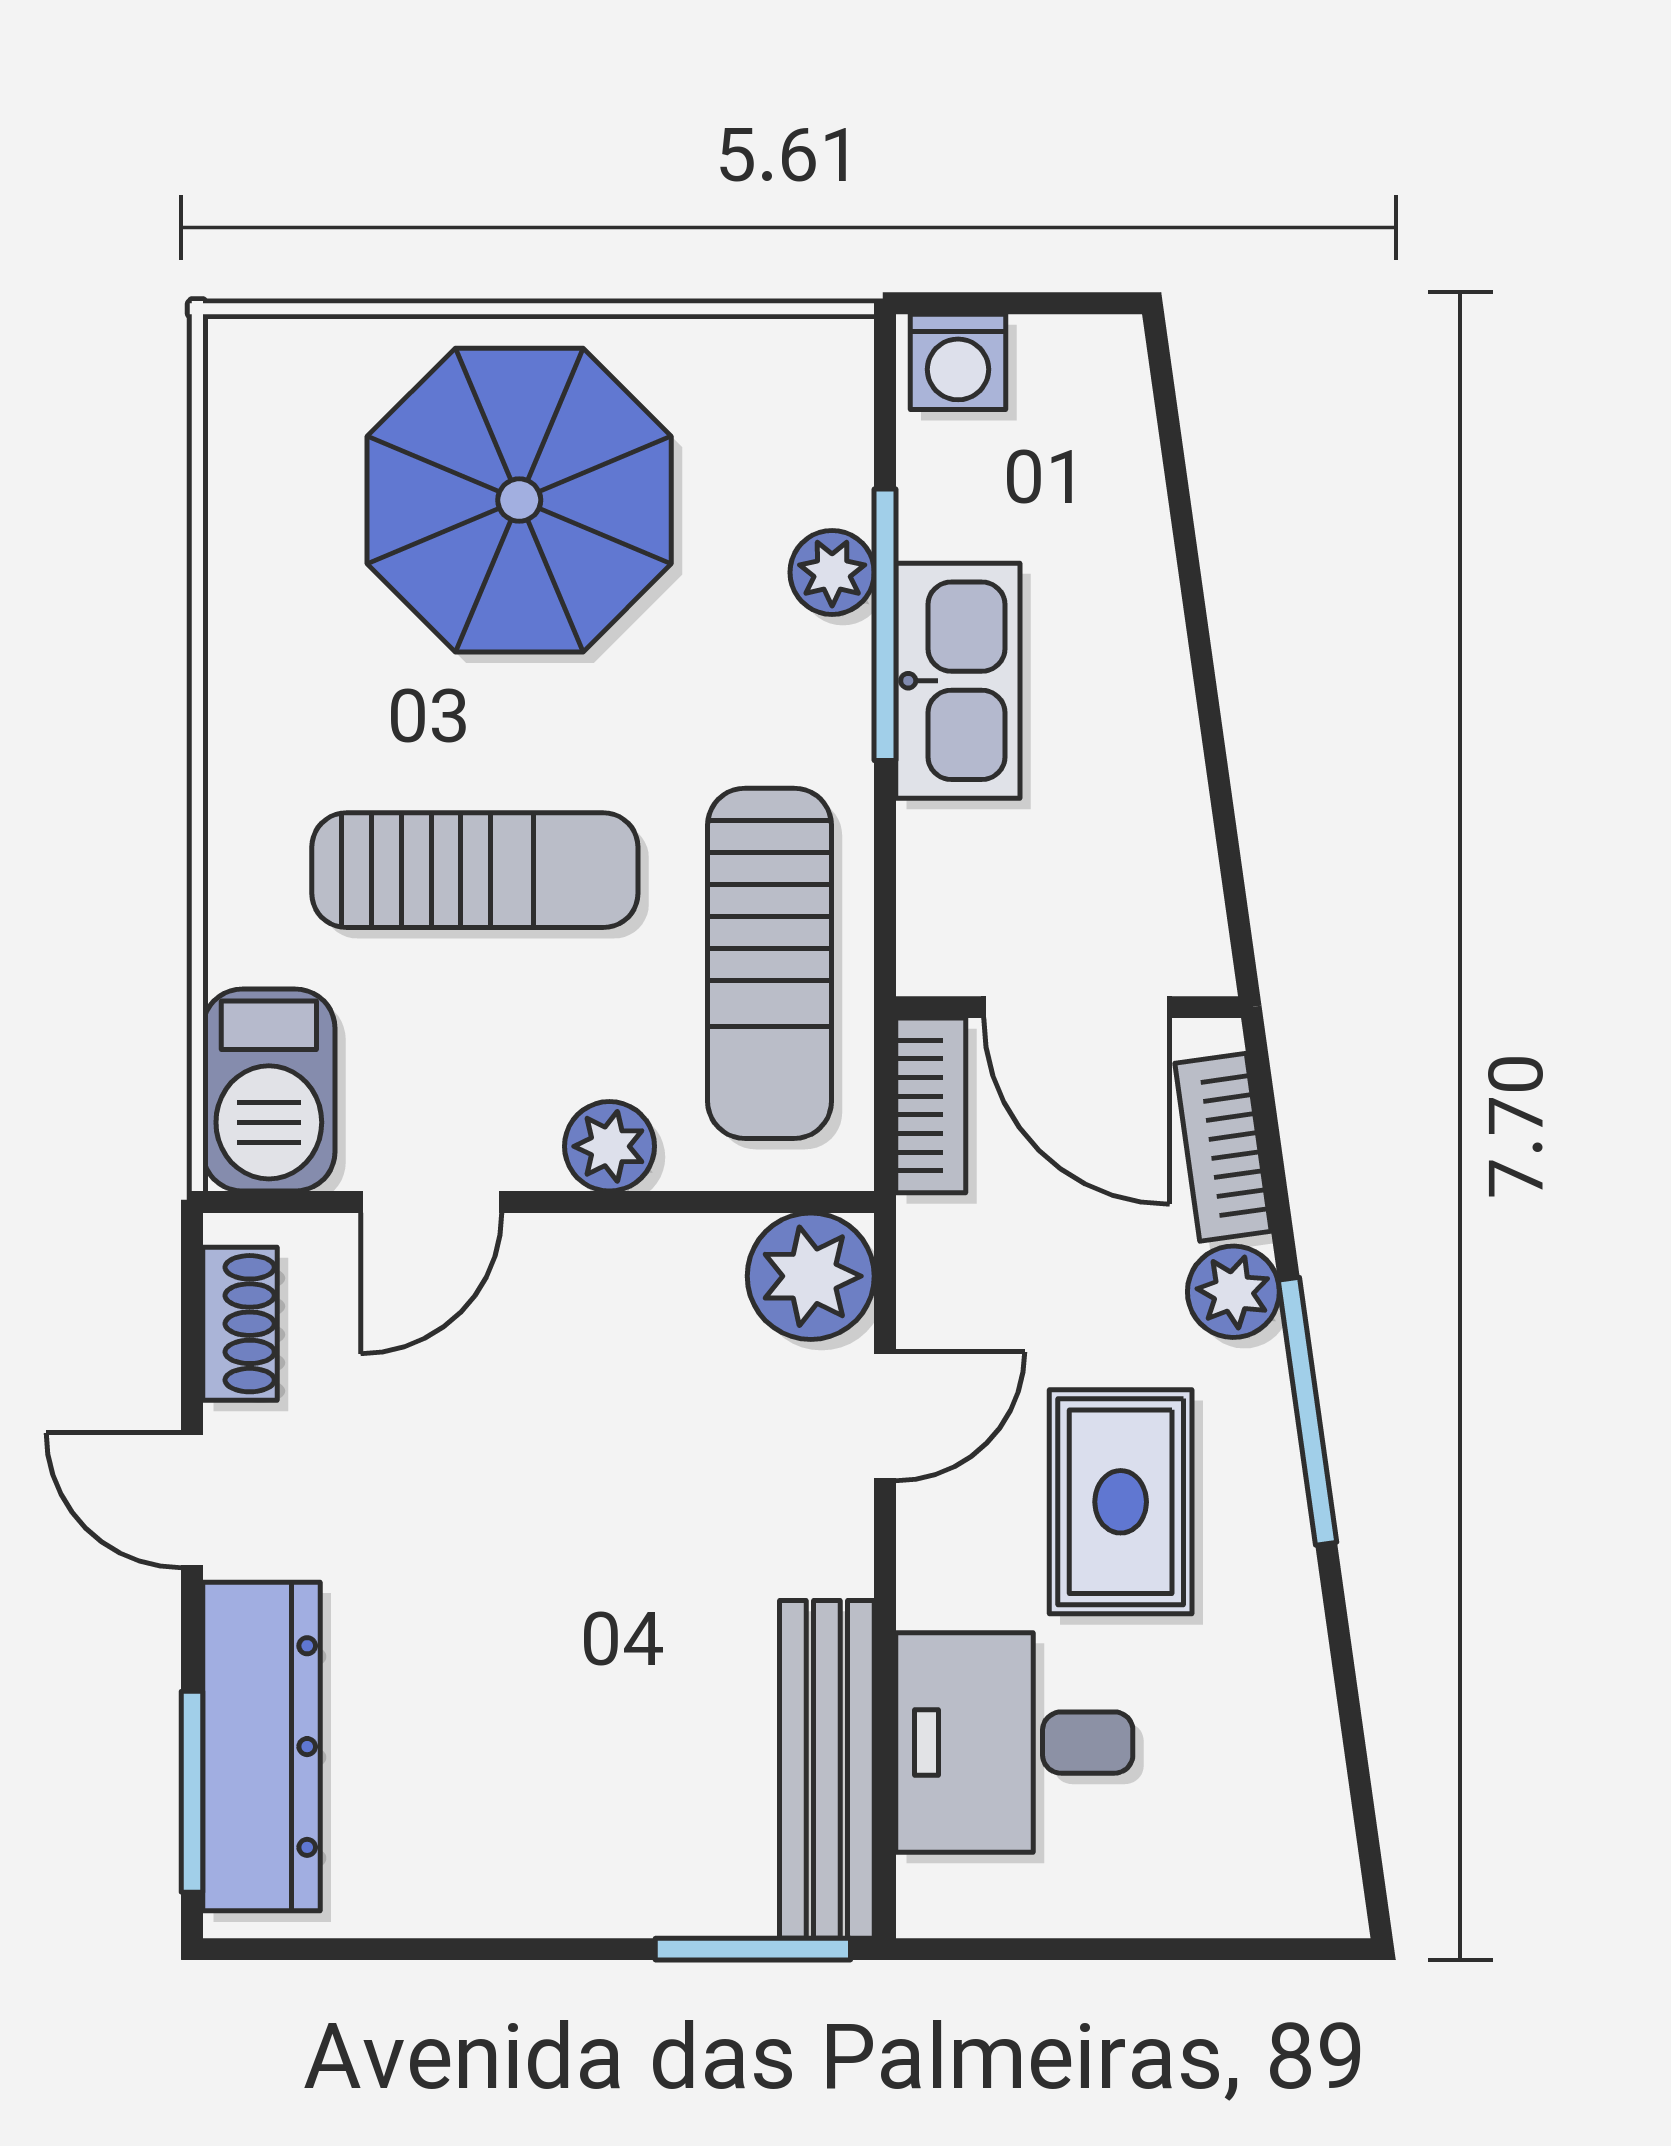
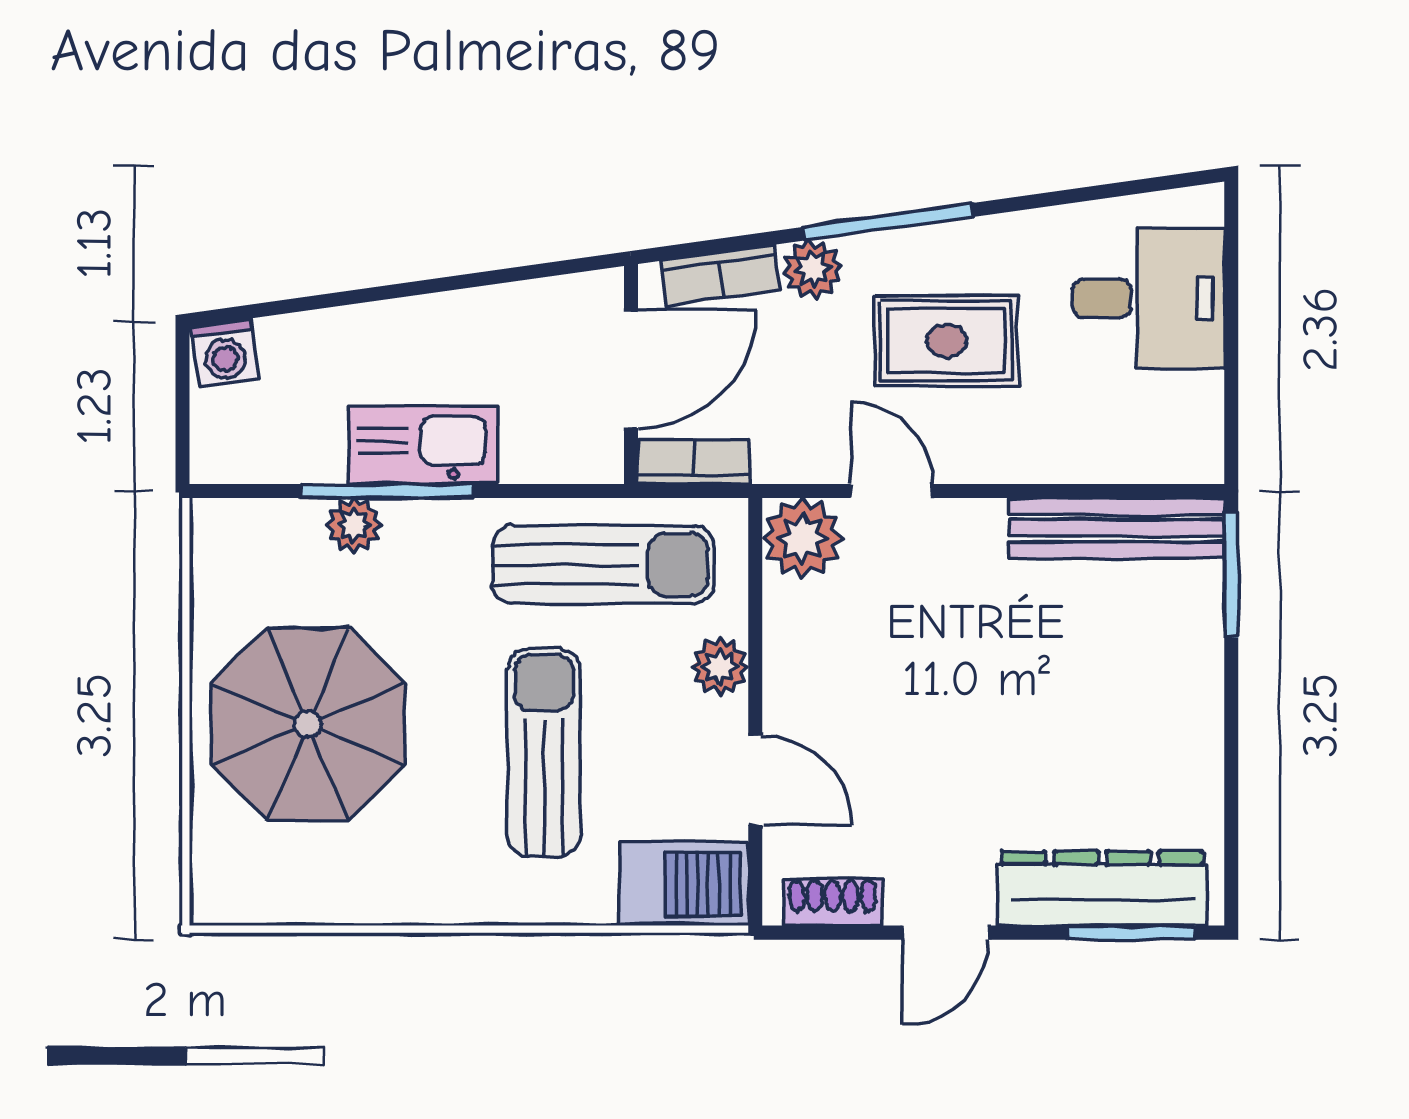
washing machine: (958, 362) -> (225, 353), moved, turned 82
desk: (1014, 1743) -> (1149, 298), moved, turned -90

